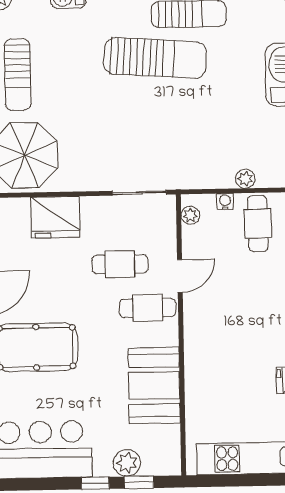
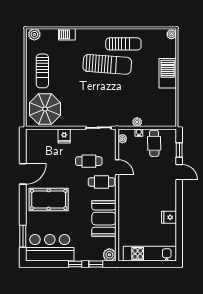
plant: (245, 179) -> (137, 122), moved
fridge: (55, 217) -> (64, 136), width x0.53, depth x0.75
door: (180, 276) -> (117, 167), hinge flipped
plant: (127, 463) -> (109, 255), moved

